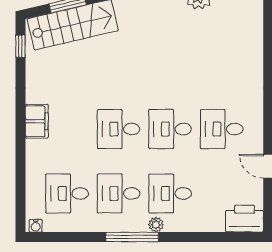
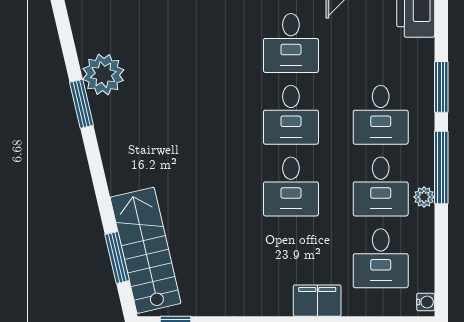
filing cabinet: (37, 121) -> (317, 301), moved
plant: (156, 225) -> (424, 197), moved
window: (190, 237) -> (441, 87), added

